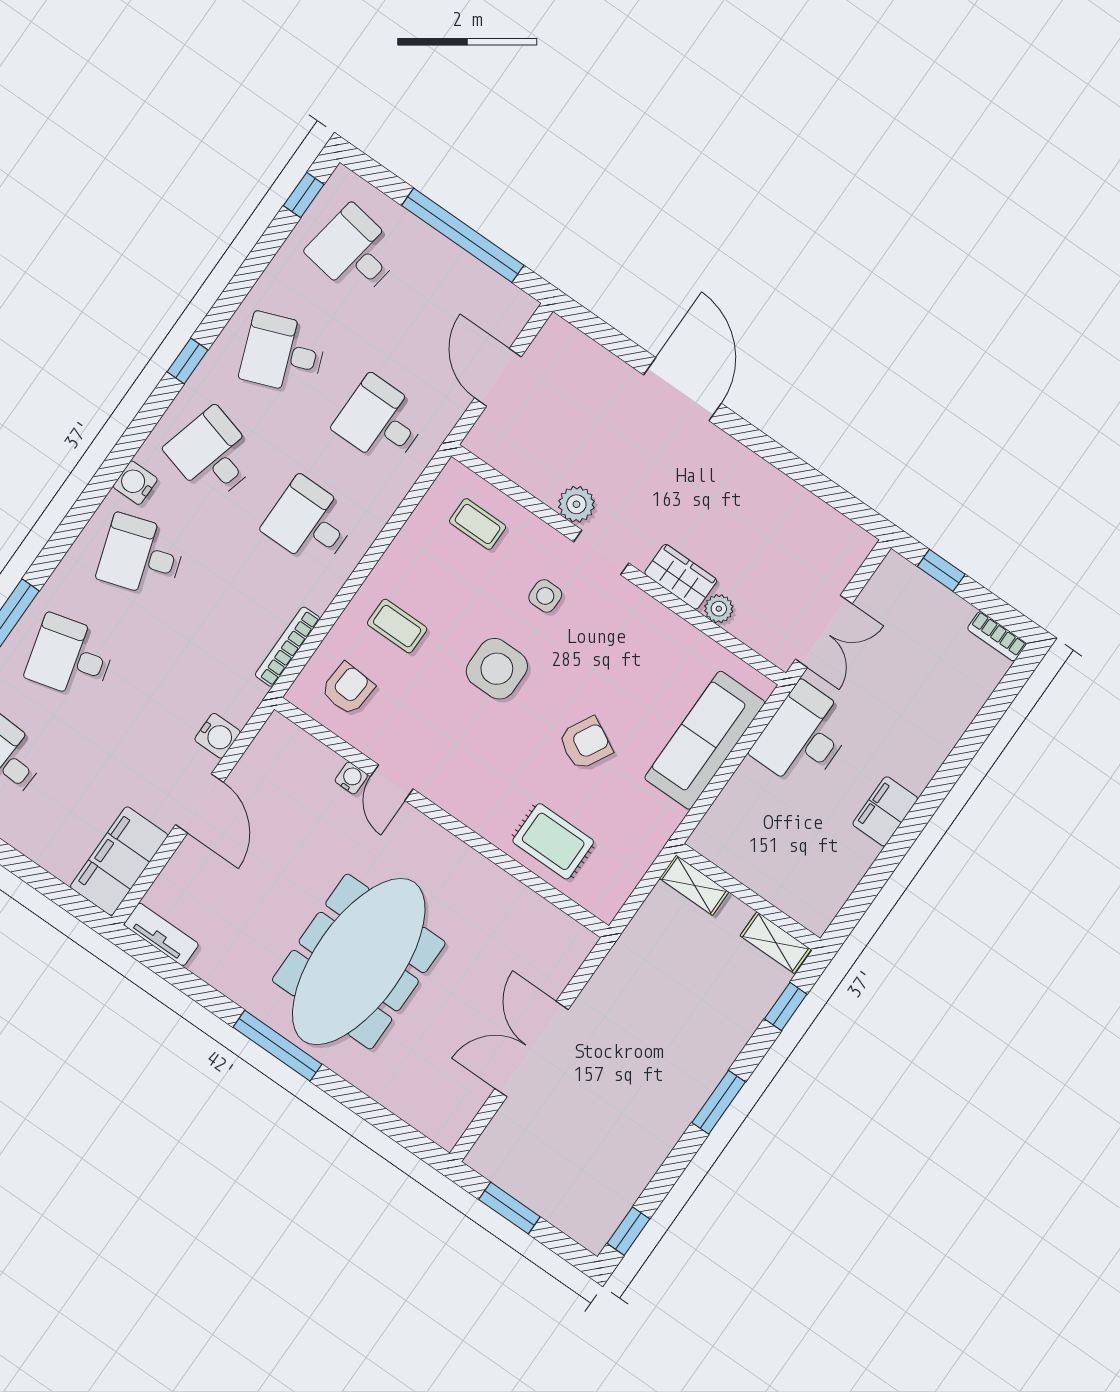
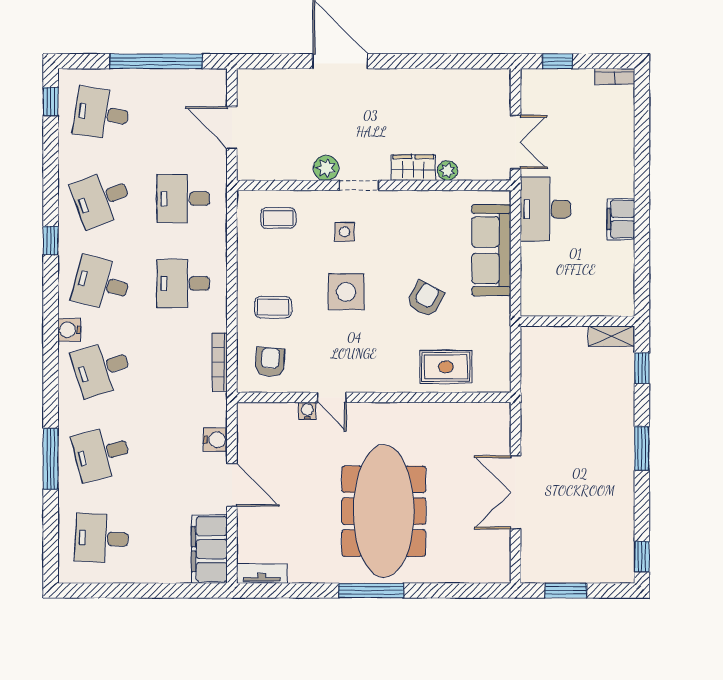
shelving: (694, 885) -> (543, 336), removed

